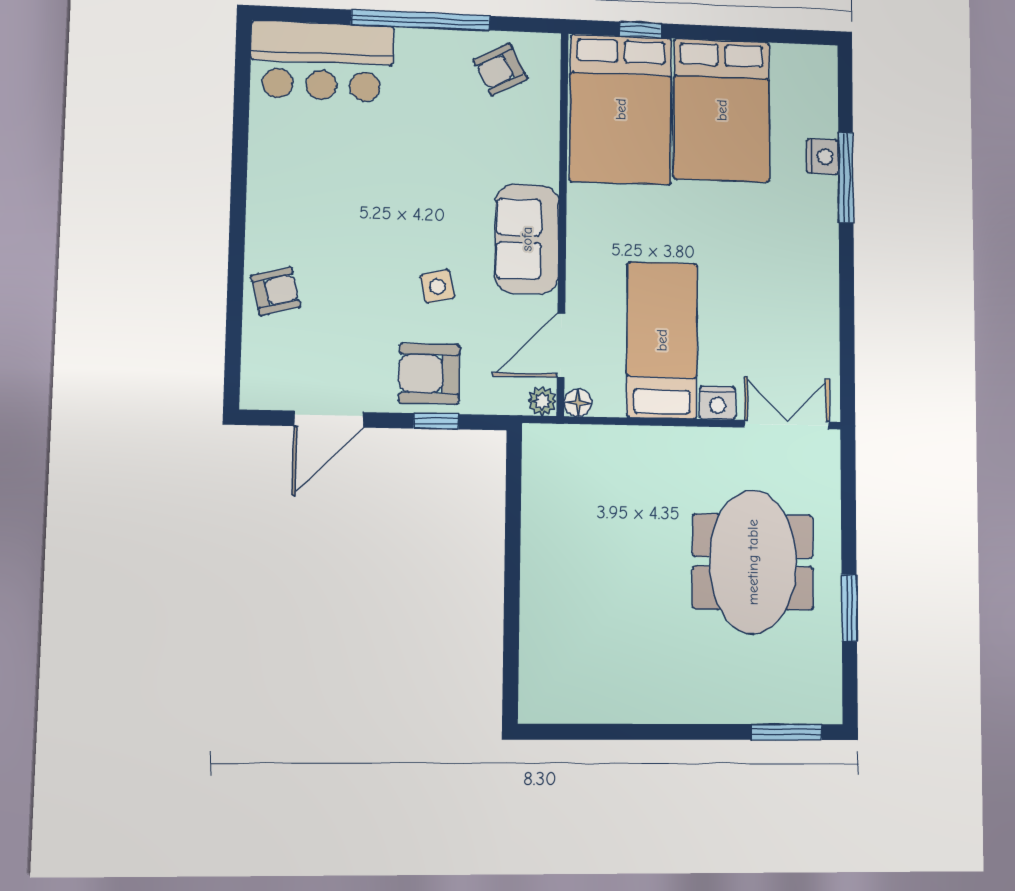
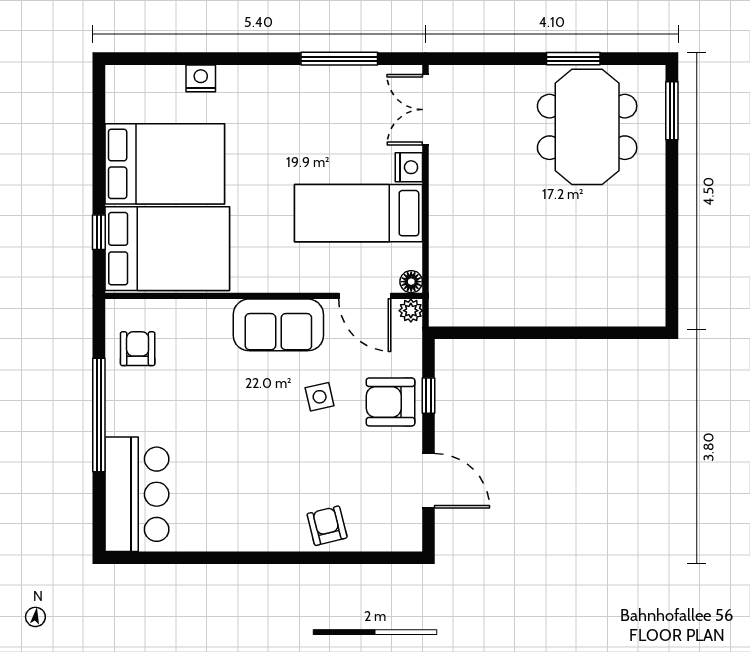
armchair: (500, 69) -> (138, 349), turned -152
window: (846, 178) -> (339, 59), moved
armchair: (429, 374) -> (391, 402), turned 90
meeting table: (753, 562) -> (587, 127), moved, turned 90

